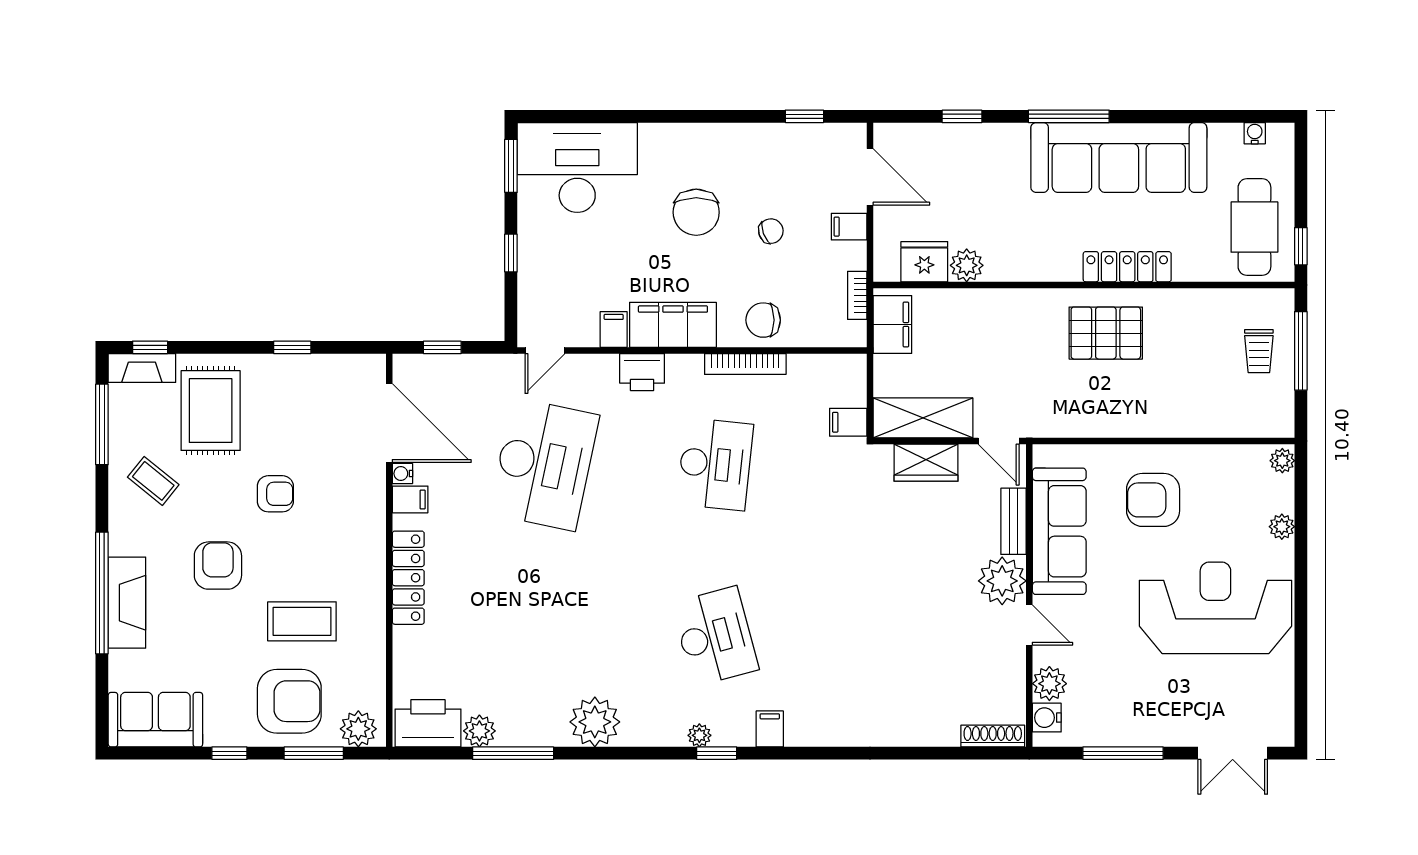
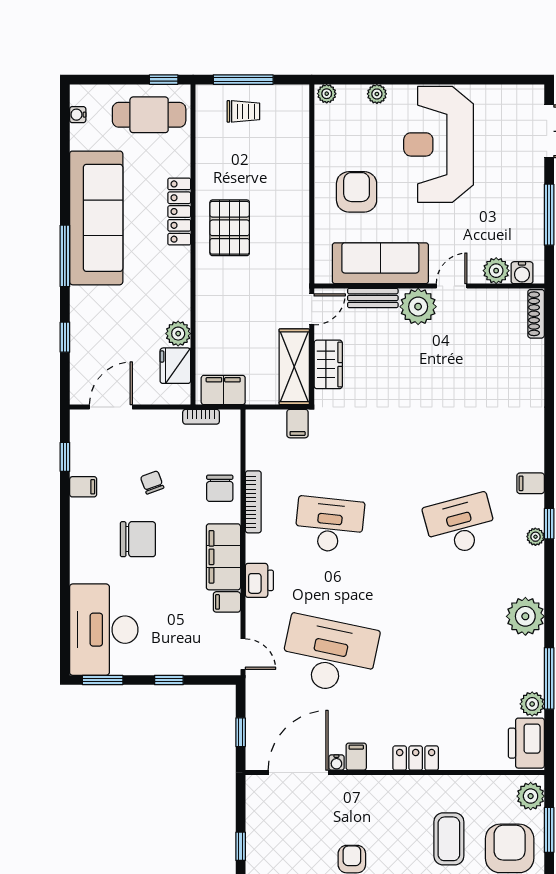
filing cabinet: (849, 227) -> (83, 487), moved, turned -90
armchair: (1153, 500) -> (357, 192), turned 180
locker: (408, 578) -> (416, 758), width x0.66

